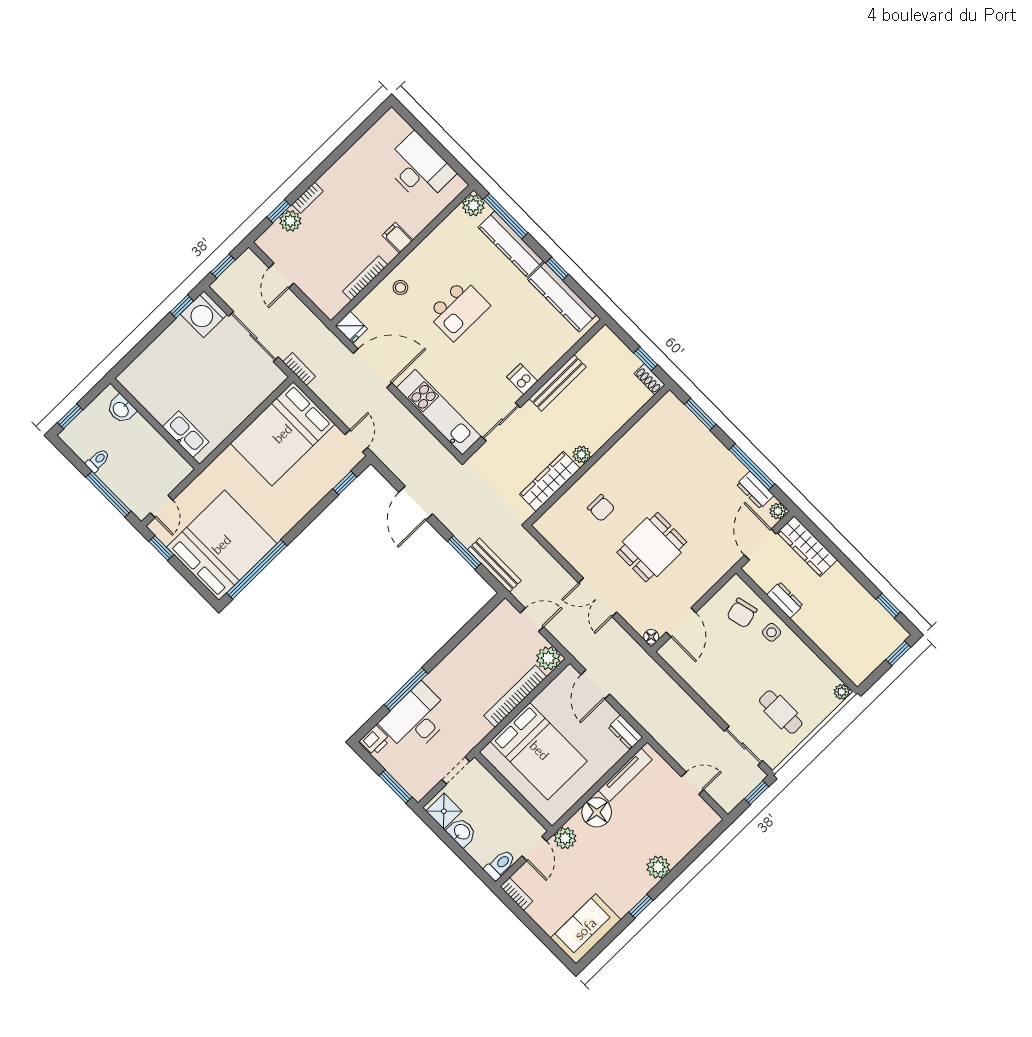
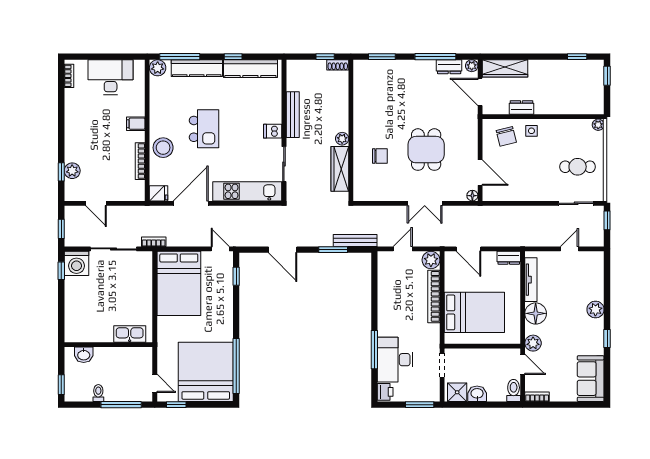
bookcase: (308, 198) -> (69, 76), moved
stool: (400, 288) -> (163, 148), width x1.89, depth x1.89

